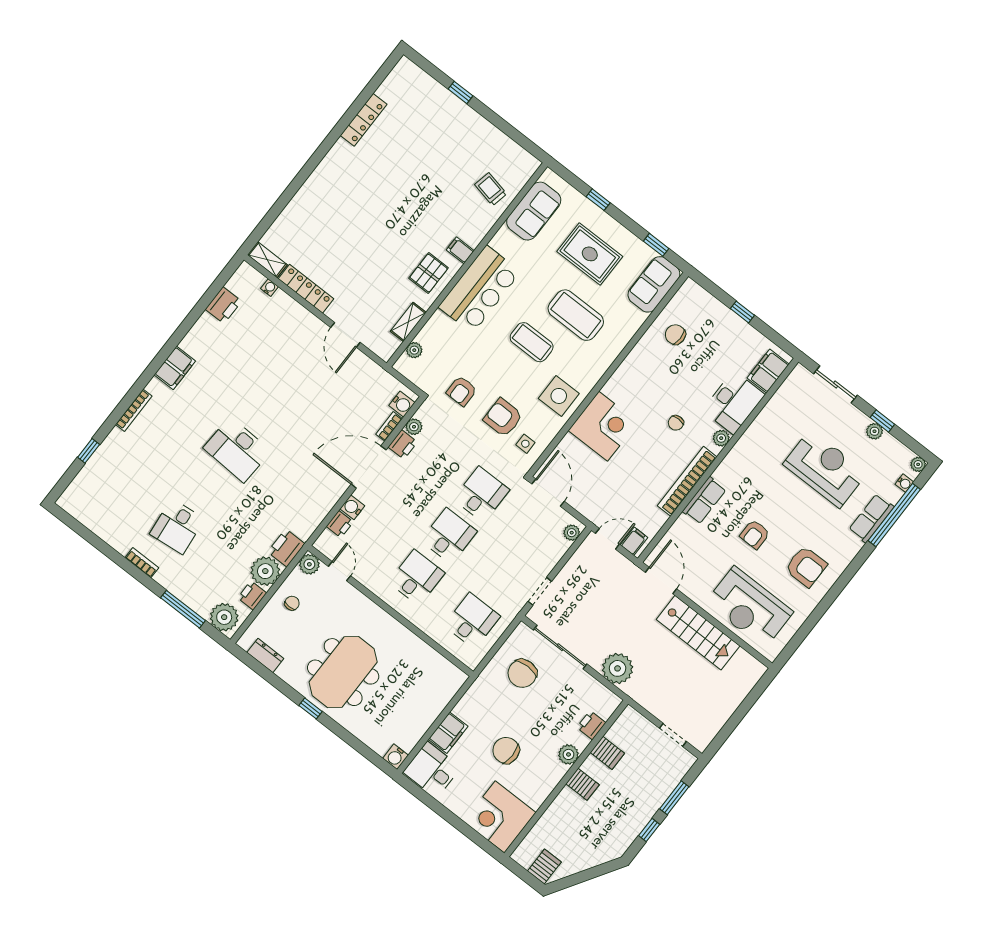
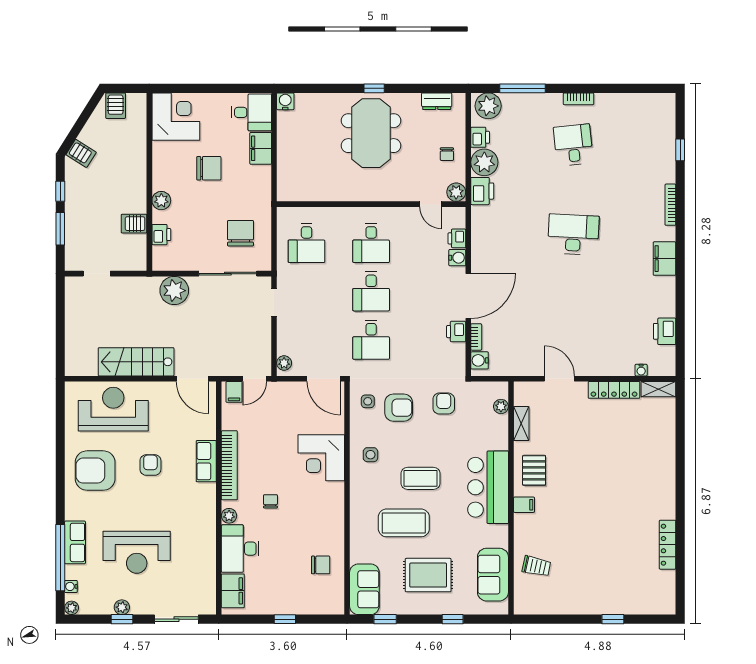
side table: (559, 396) -> (370, 455), width x0.54, depth x0.54
plant: (414, 427) -> (458, 351), removed
armchair: (806, 567) -> (95, 471), width x1.36, depth x1.36
server rack: (582, 784) -> (81, 153), moved, turned -148

